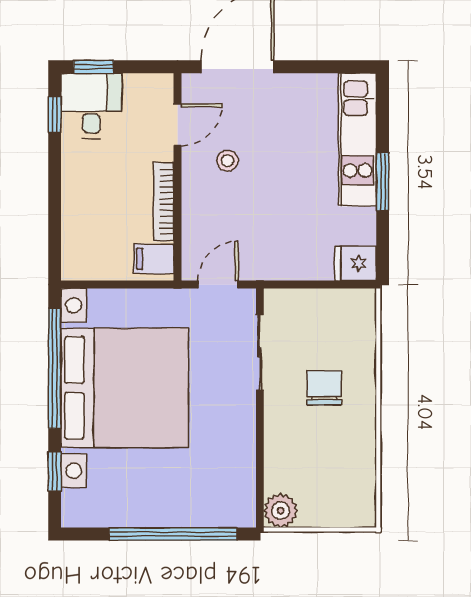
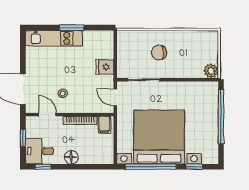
window: (93, 67) -> (23, 138), moved
floor lamp: (77, 181) -> (71, 157), added
fridge: (356, 263) -> (105, 67), moved, turned 90

